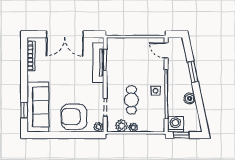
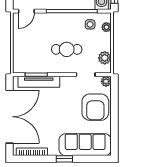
double door: (65, 34) -> (9, 117), width x1.36
side table: (156, 91) -> (90, 24), moved
cafe table: (131, 100) -> (67, 49), moved
window: (24, 110) -> (64, 159), moved
plant: (133, 127) -> (106, 27), moved

